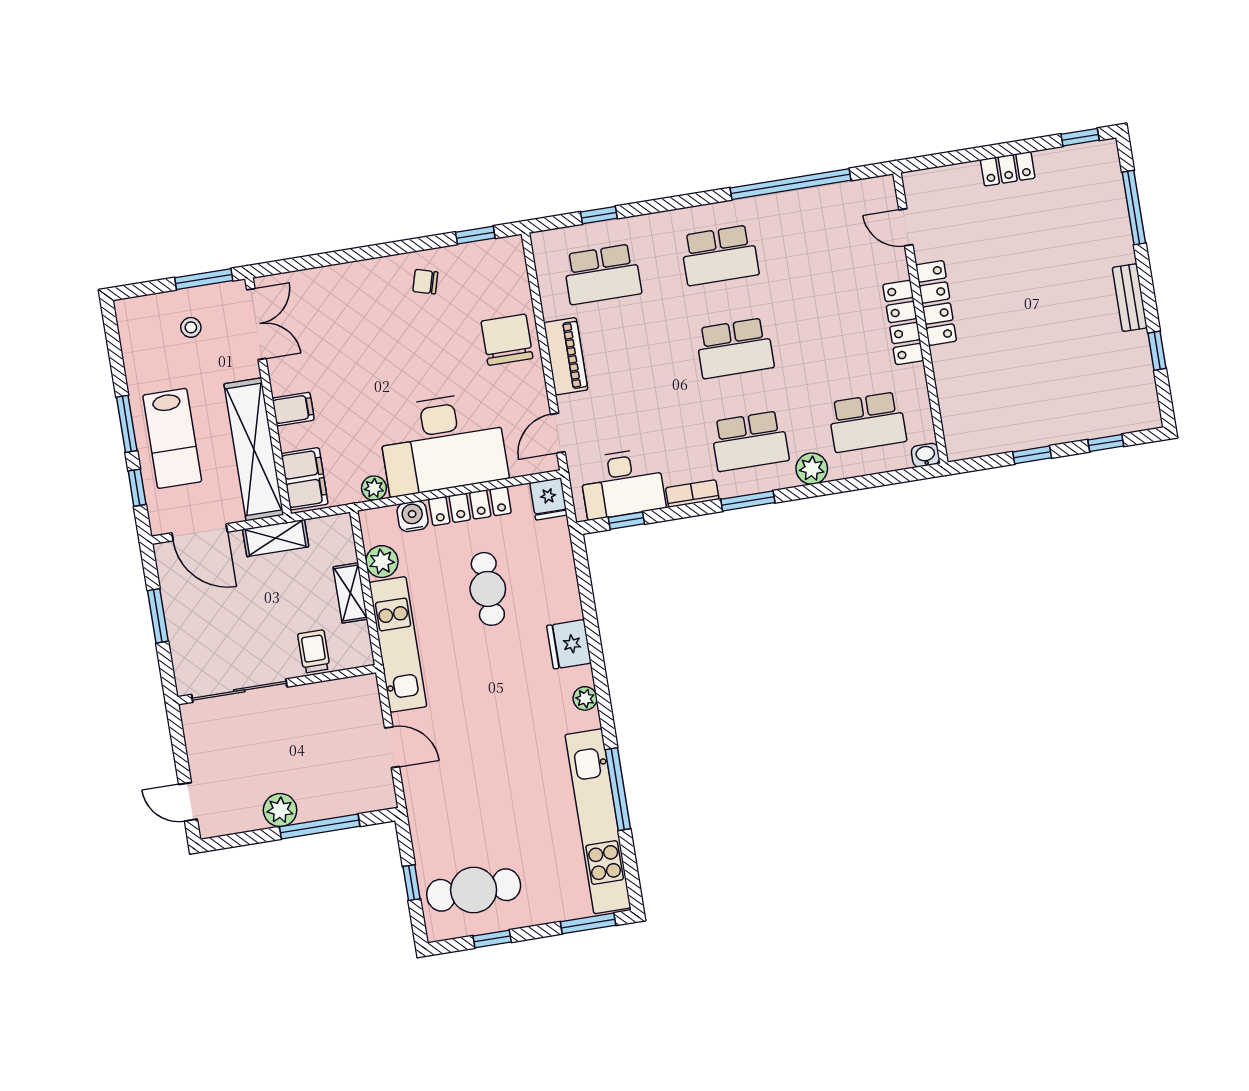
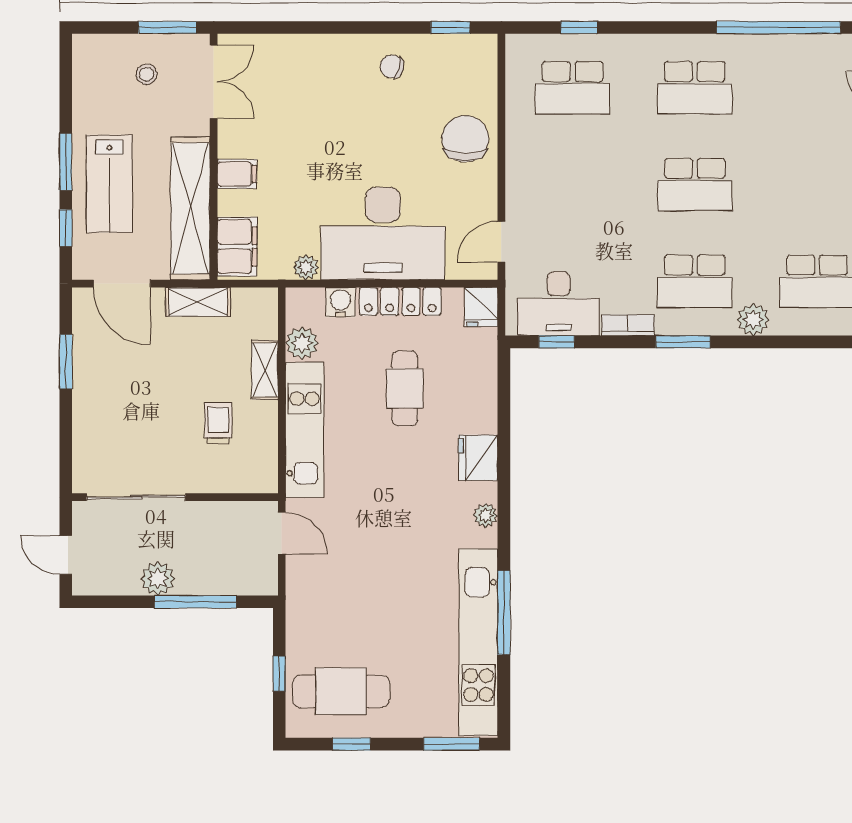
piano: (566, 356) -> (522, 165), removed
wall: (277, 685) -> (175, 497), moved
sliding door: (239, 691) -> (136, 497), moved

